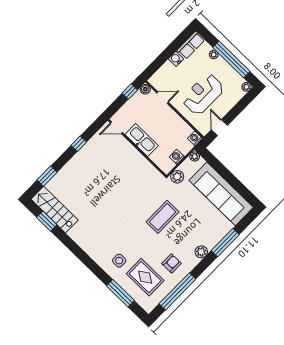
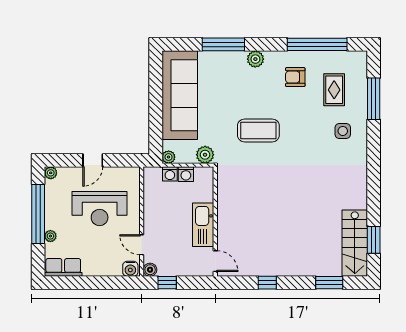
water cooler: (176, 59) -> (130, 269), moved
door: (219, 128) -> (93, 160), moved
washing machine: (195, 138) -> (170, 174), moved
rug: (145, 277) -> (334, 90), width x0.73, depth x0.70

